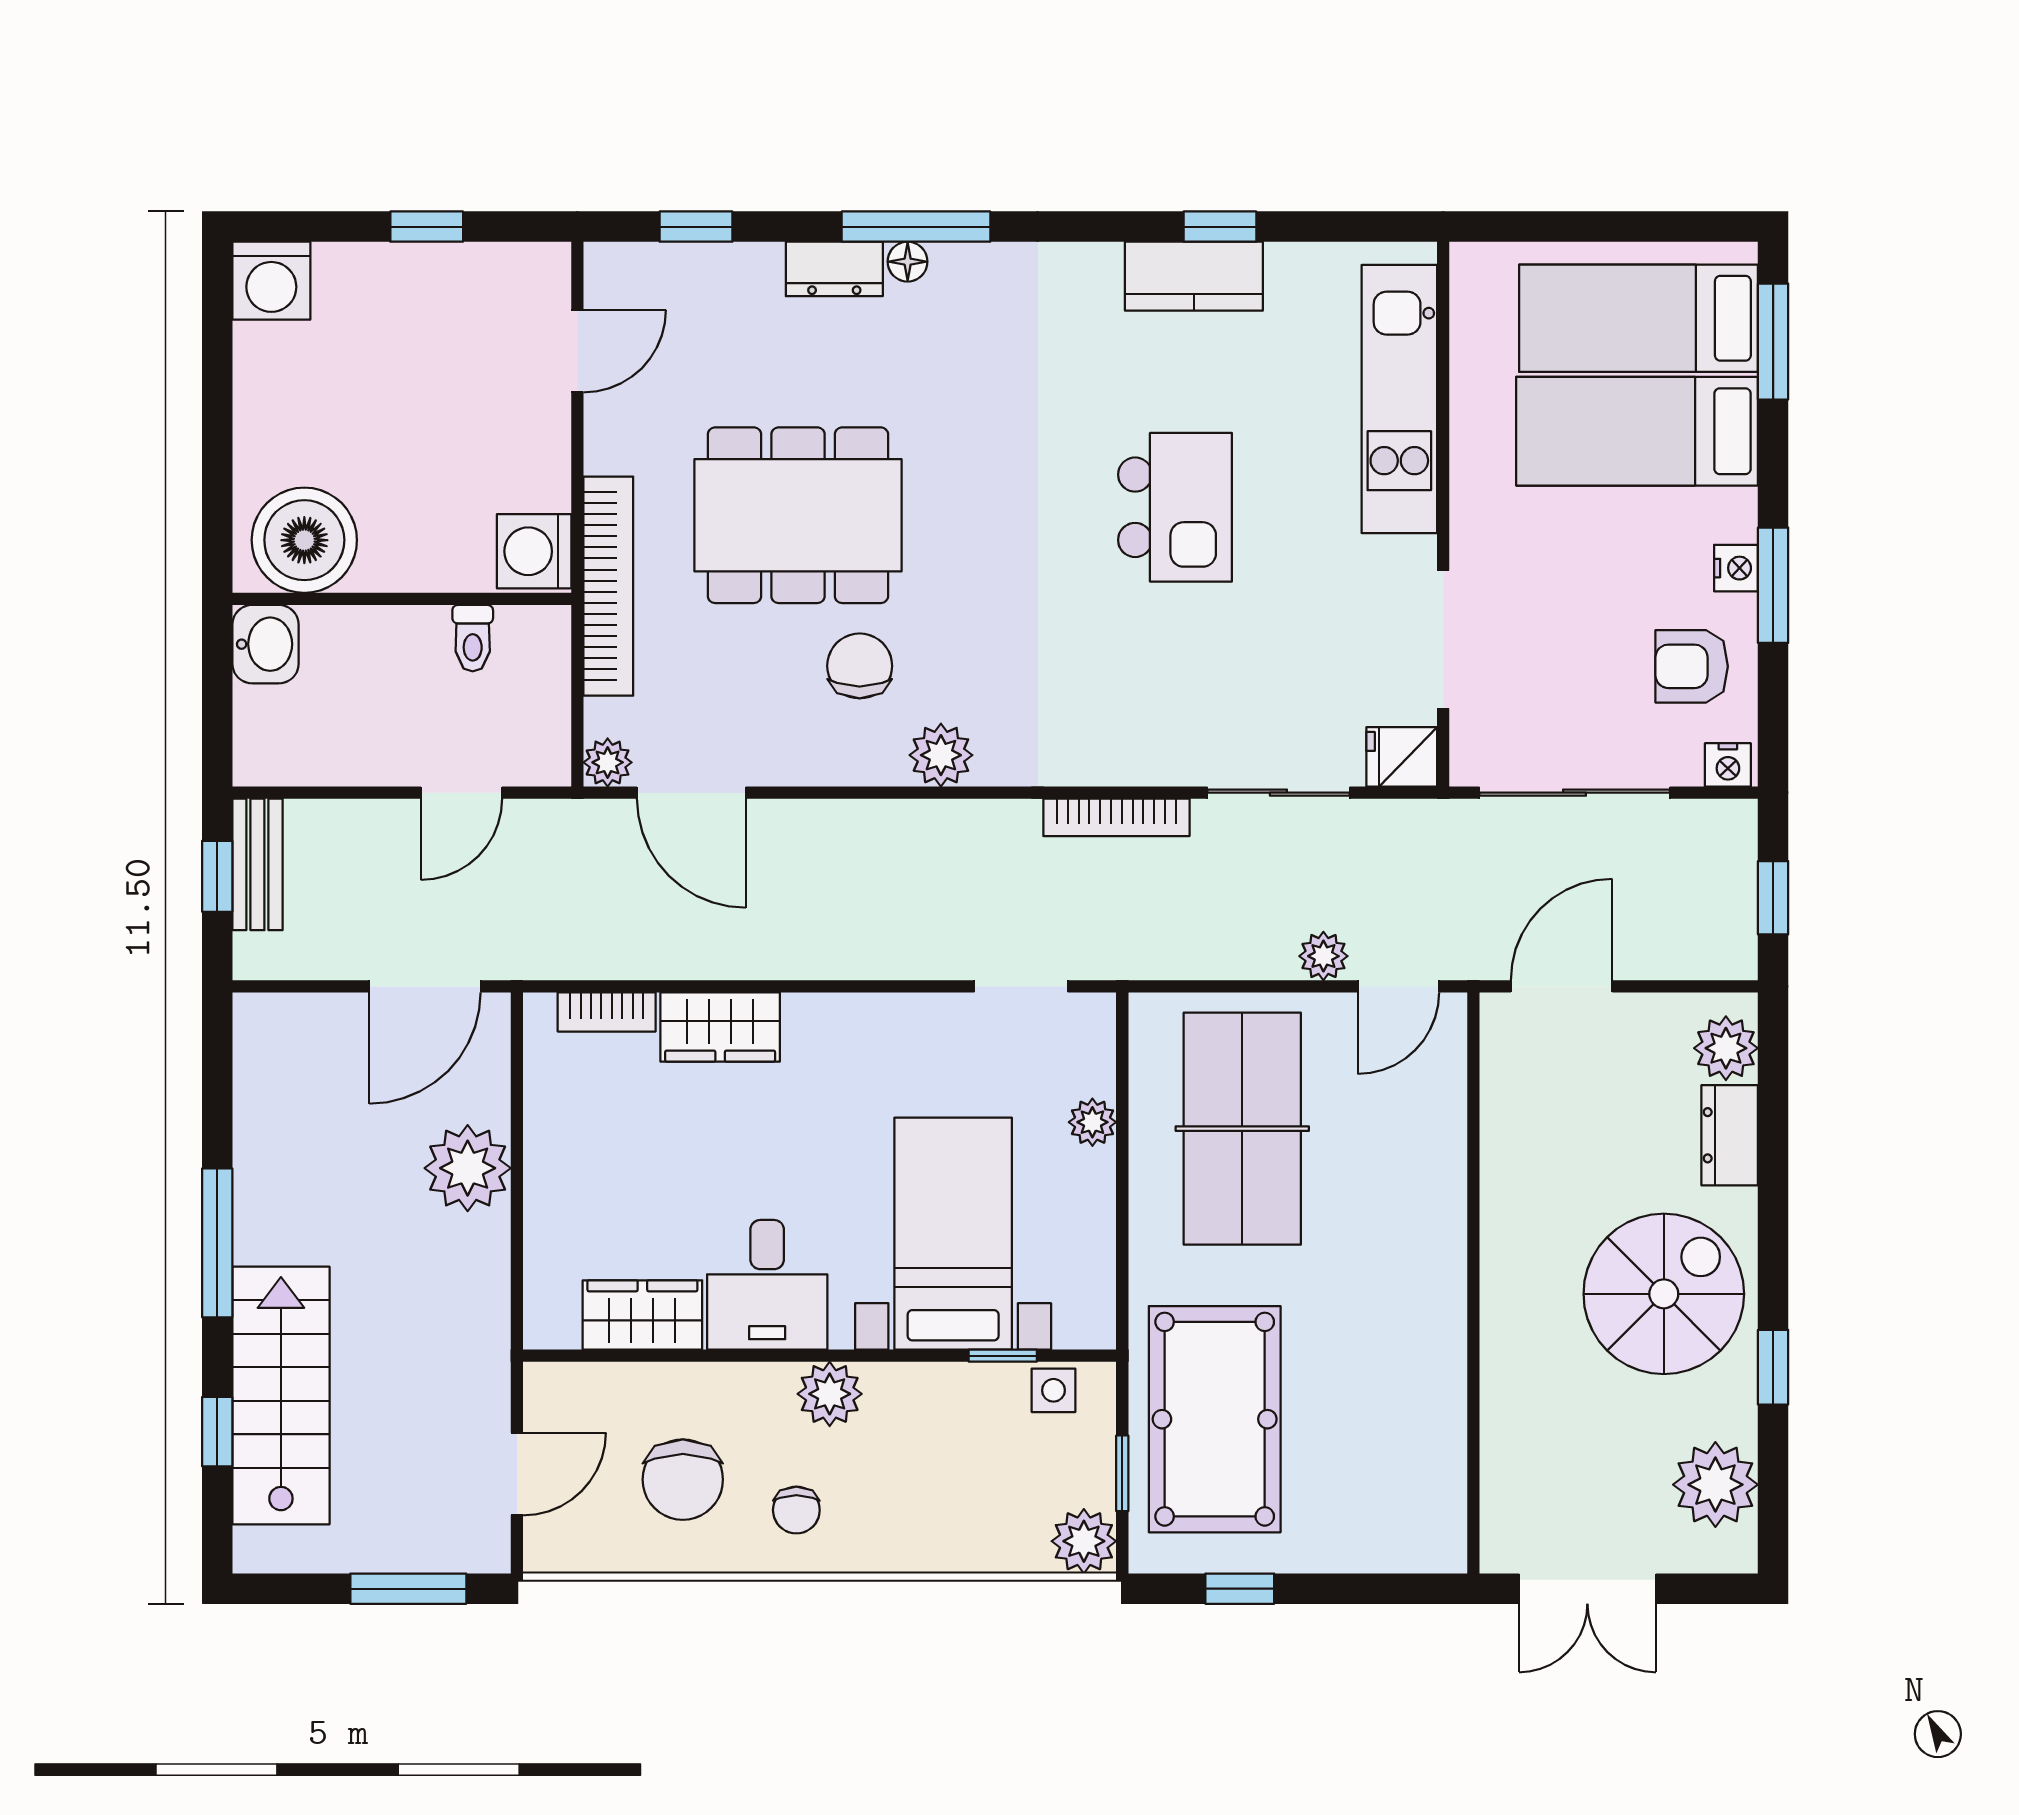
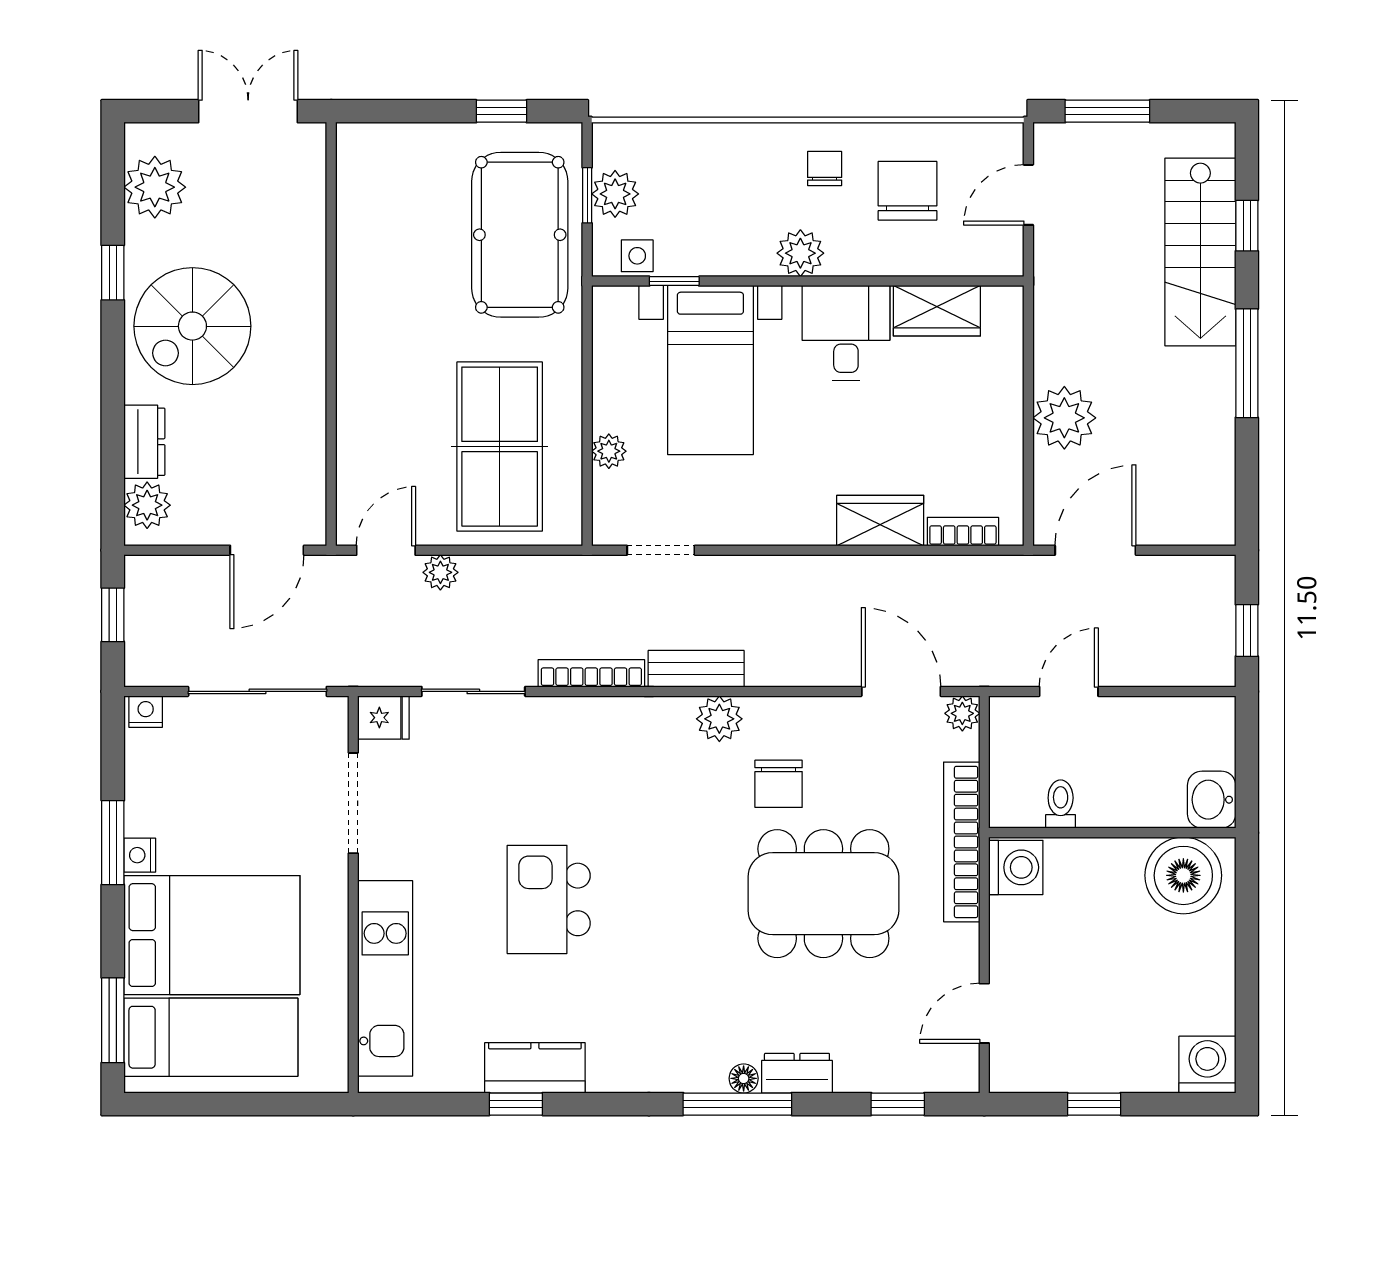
bed: (1637, 431) -> (212, 935), width x1.50
armchair: (1692, 666) -> (172, 784), removed
bench: (257, 864) -> (696, 669), moved, turned 90
plant: (1084, 1541) -> (615, 194), moved

